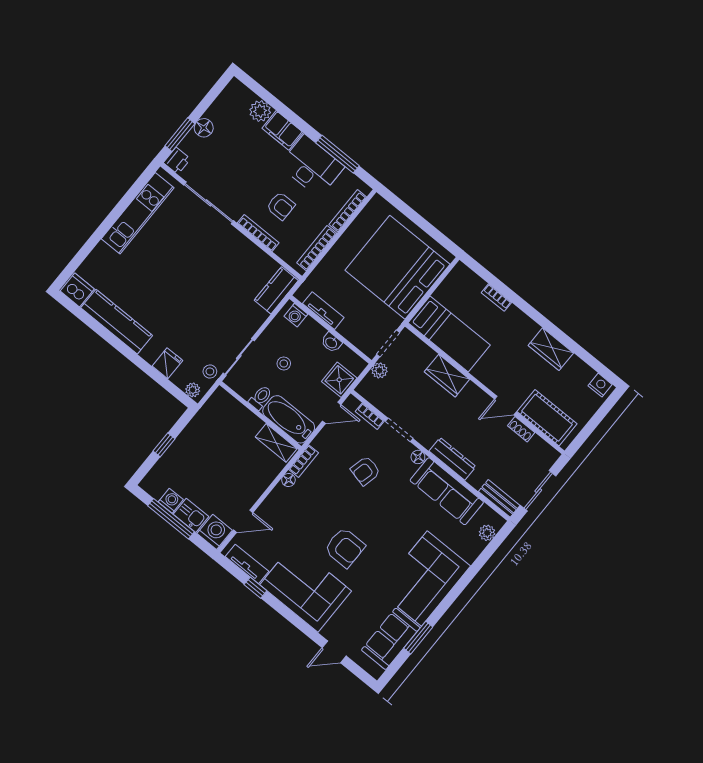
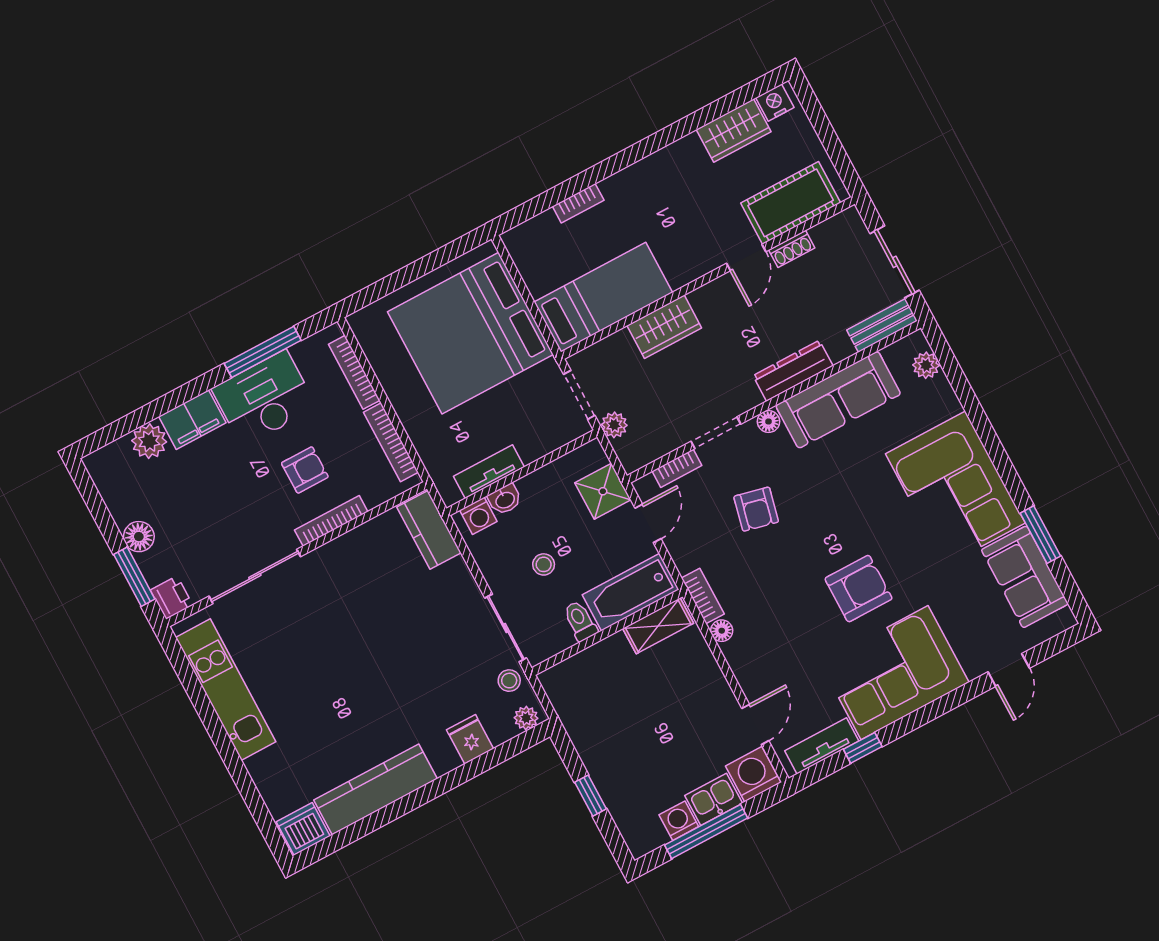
washbasin: (331, 343) -> (505, 500), moved
wardrobe: (551, 349) -> (734, 131), moved

